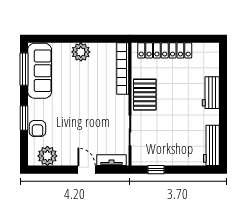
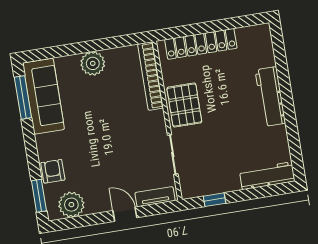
workbench: (211, 93) -> (270, 97), width x1.38
window: (24, 118) -> (39, 196), moved
armchair: (37, 128) -> (53, 171), turned 180
workbench: (211, 145) -> (267, 176), moved, turned 90

